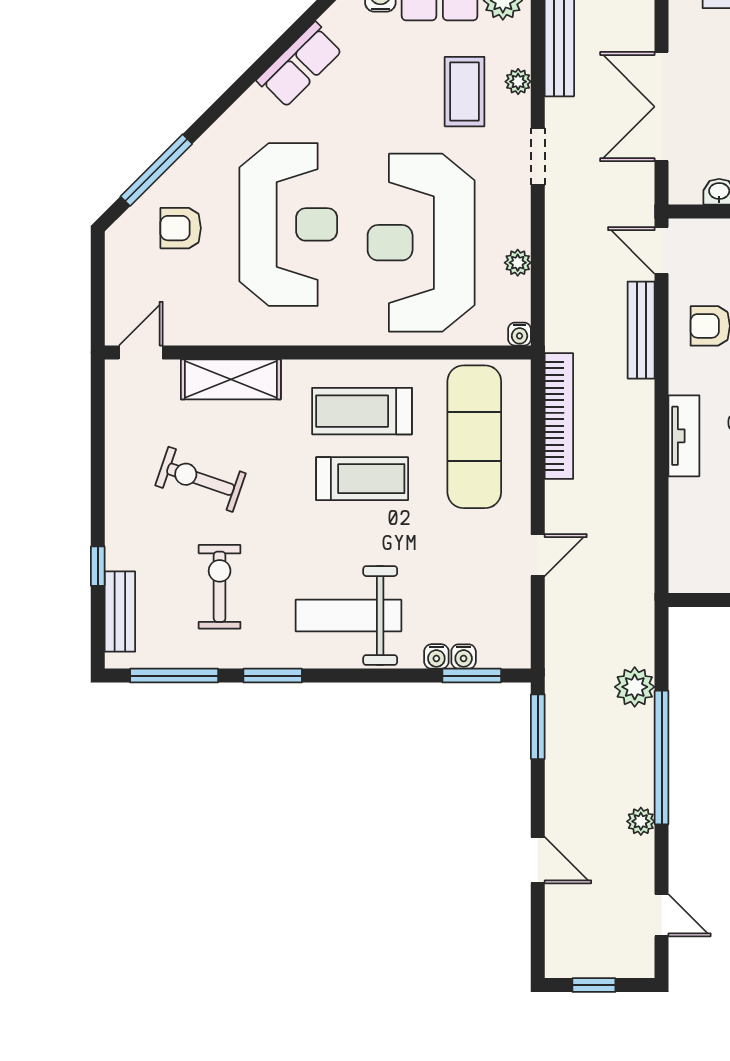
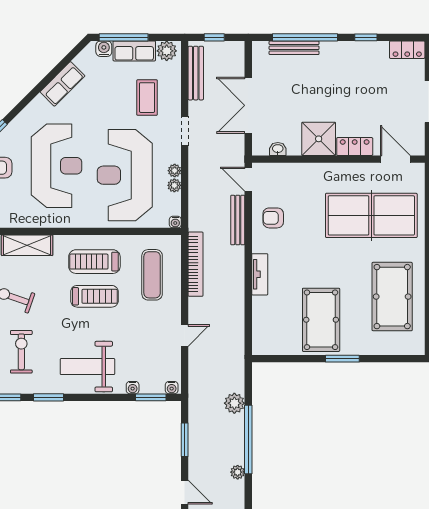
plant: (518, 82) -> (175, 171), moved
exercise mat: (474, 437) -> (152, 275), width x0.73, depth x0.69
water cooler: (464, 656) -> (172, 388), moved
window: (538, 727) -> (185, 440), moved

